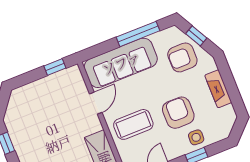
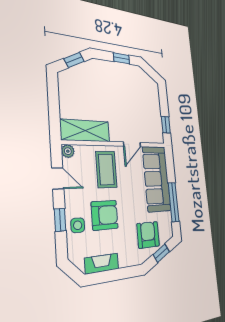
fireplace: (218, 89) -> (102, 263), moved
door: (96, 103) -> (132, 144), hinge flipped

